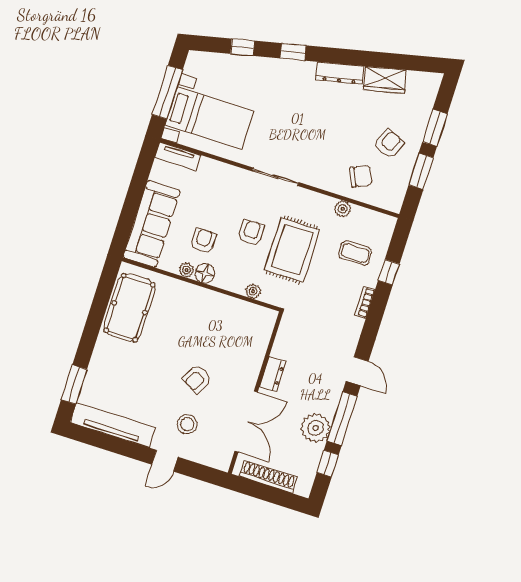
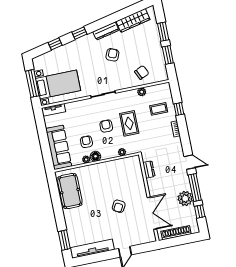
wardrobe: (385, 80) -> (133, 20), width x1.50
armchair: (389, 144) -> (112, 55), moved
rug: (292, 250) -> (129, 123), width x0.73, depth x0.70
dresser: (273, 374) -> (149, 169), moved
stool: (187, 424) -> (126, 229), removed

